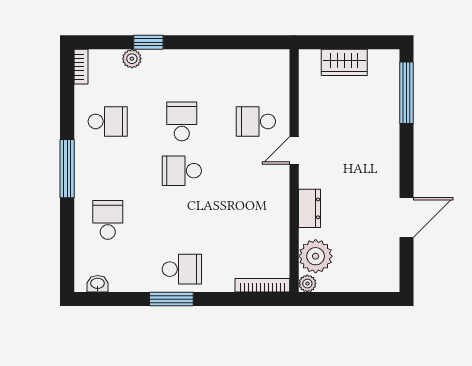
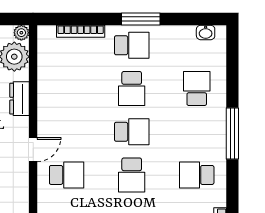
school desk: (108, 220) -> (197, 89), turned 180
school desk: (182, 220) -> (132, 89), added
school desk: (182, 269) -> (132, 45), turned 180
bookcase: (262, 285) -> (81, 31), moved

